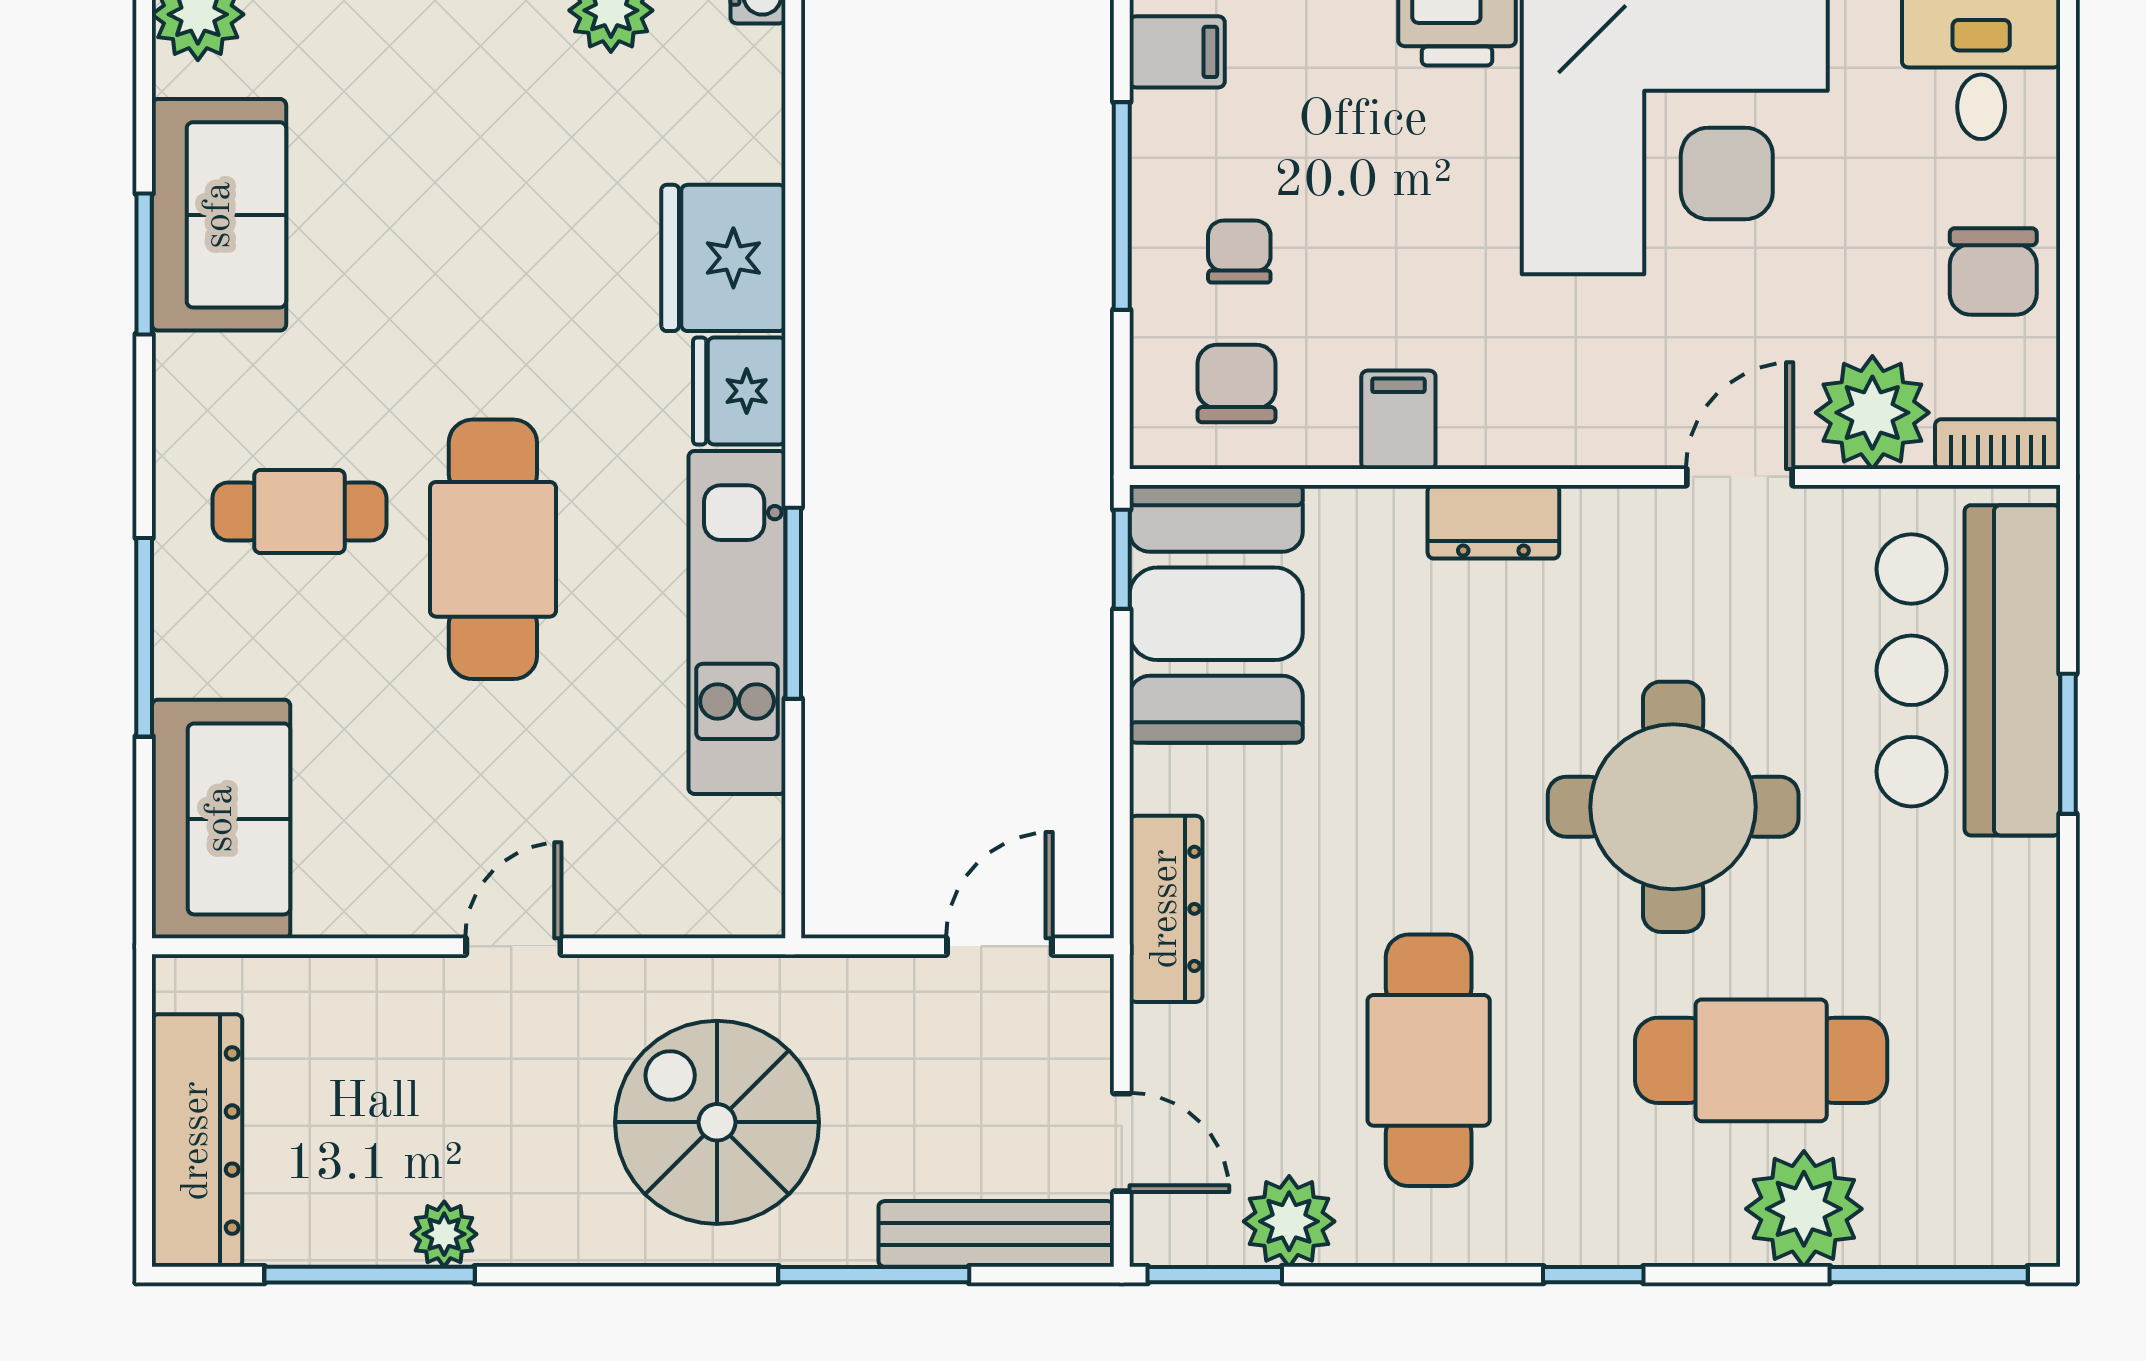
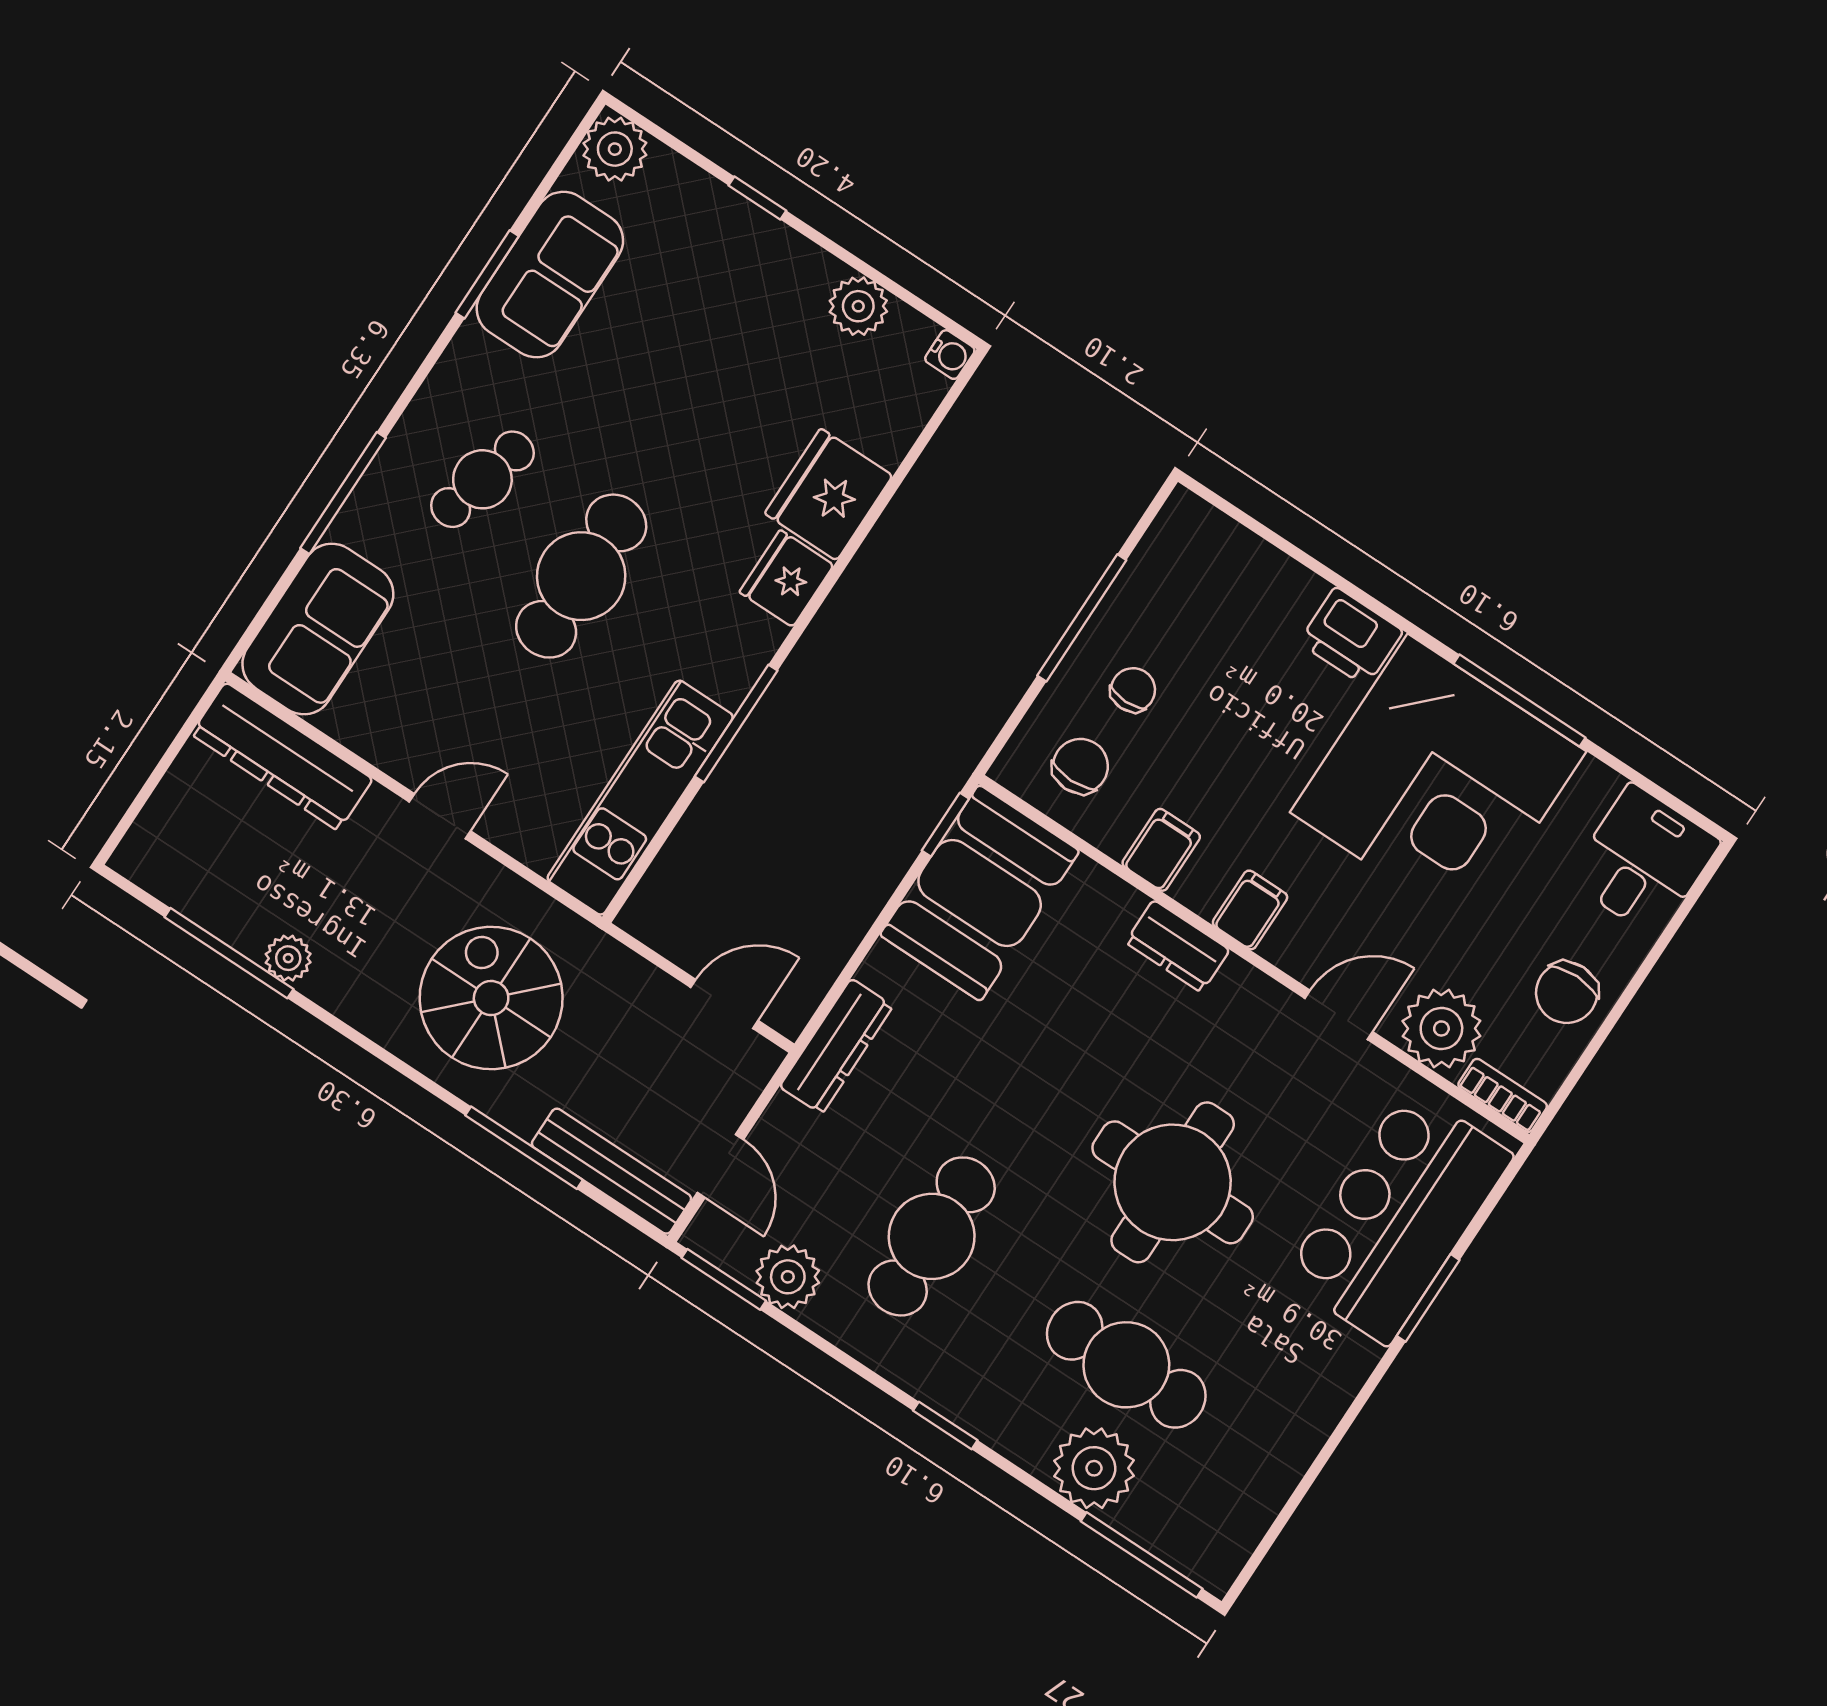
filing cabinet: (1177, 52) -> (1250, 910), moved, turned -90
cafe table: (299, 512) -> (482, 479), turned -75
kitchen unit: (737, 622) -> (640, 798), moved
dresser: (197, 1141) -> (282, 757), moved, turned 90

